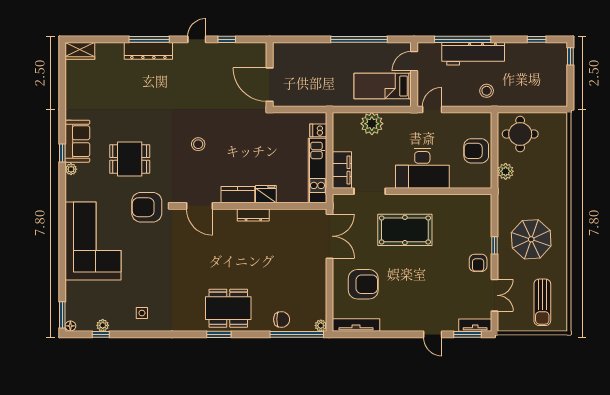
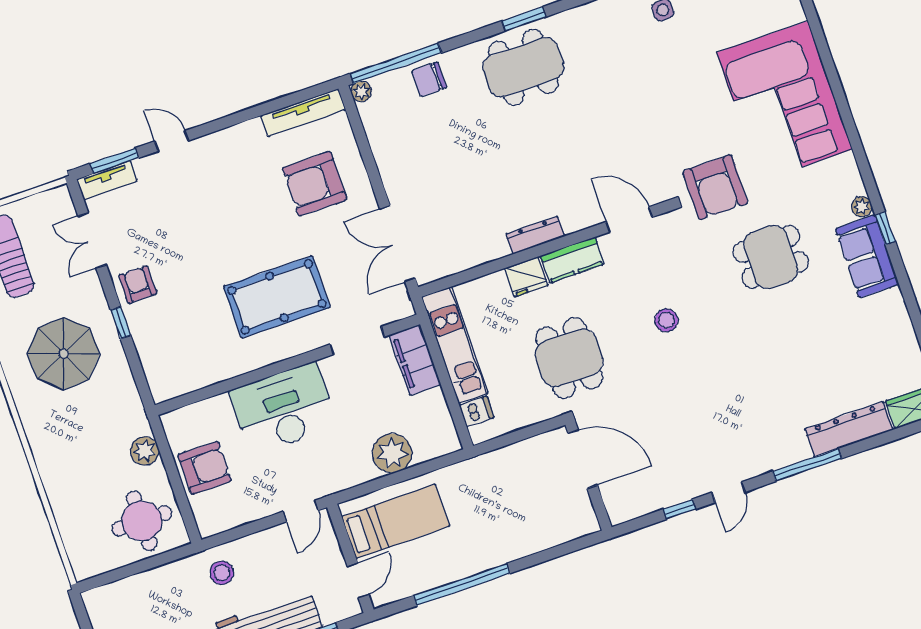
dresser: (148, 51) -> (849, 429), moved
dining table: (258, 142) -> (569, 358), added
armchair: (147, 207) -> (715, 187), turned 90

